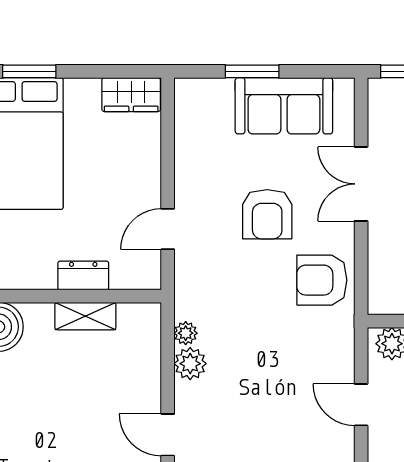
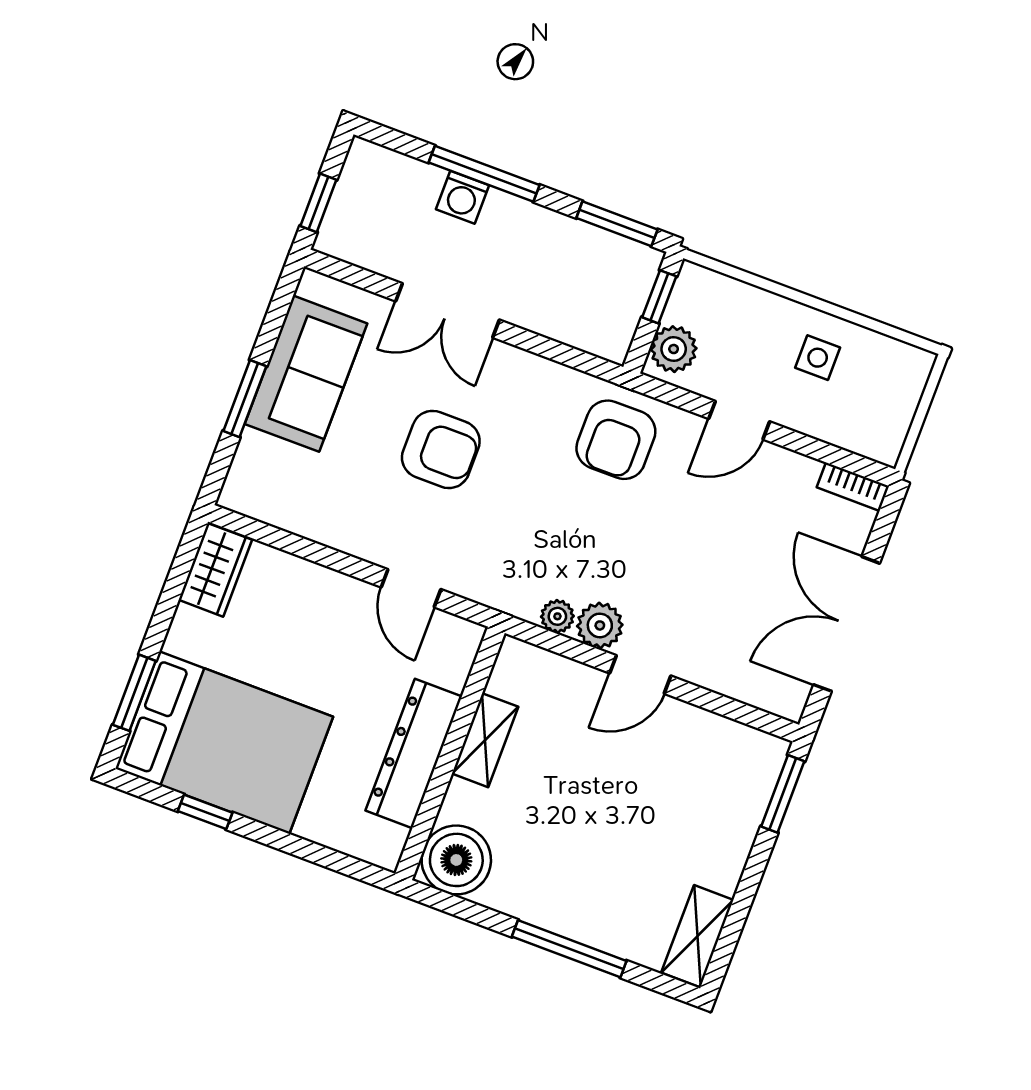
dresser: (83, 276) -> (414, 754), width x1.96, depth x1.24
armchair: (322, 280) -> (616, 440), moved
door: (168, 435) -> (640, 675), moved

